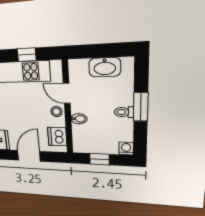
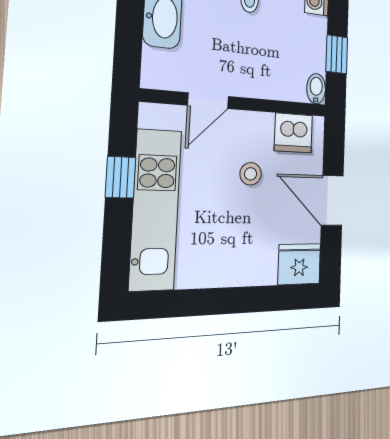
stool: (56, 112) -> (251, 174), moved
bidet: (79, 119) -> (316, 89), moved

